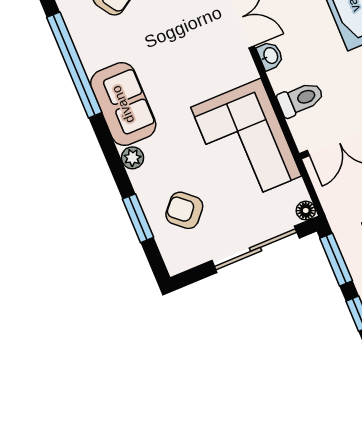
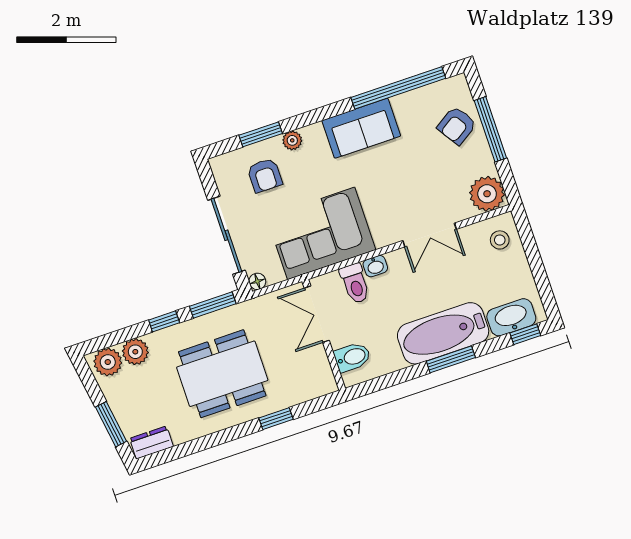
washbasin: (270, 56) -> (375, 266), moved
plant: (132, 158) -> (292, 140), moved
armchair: (184, 210) -> (265, 175), turned 139

